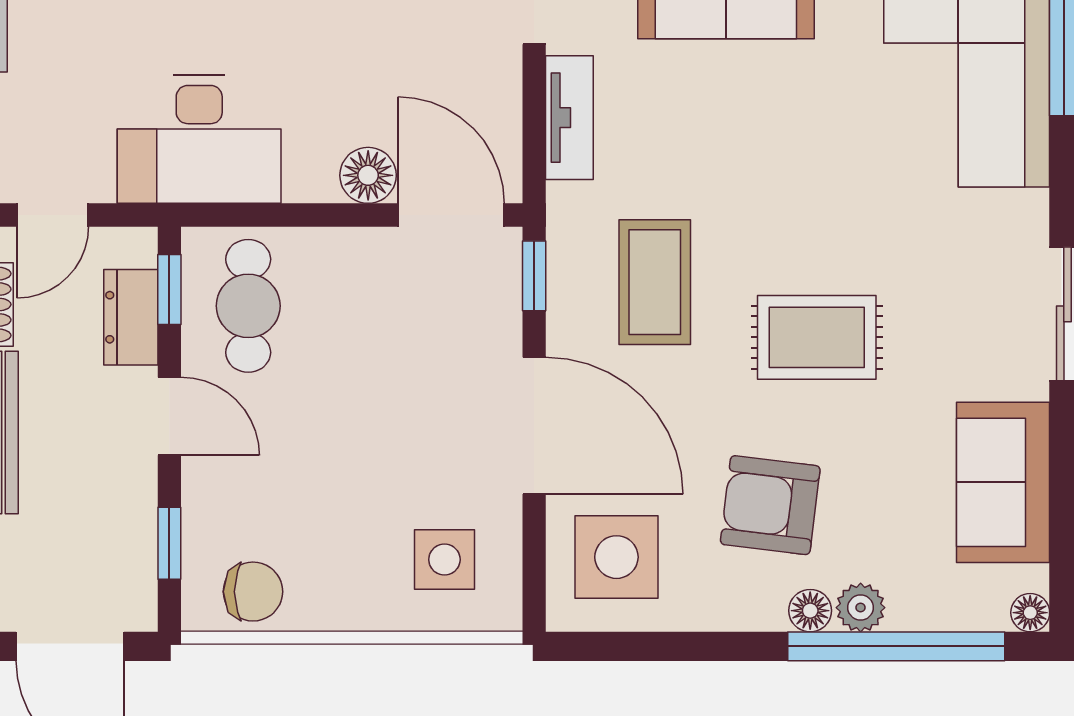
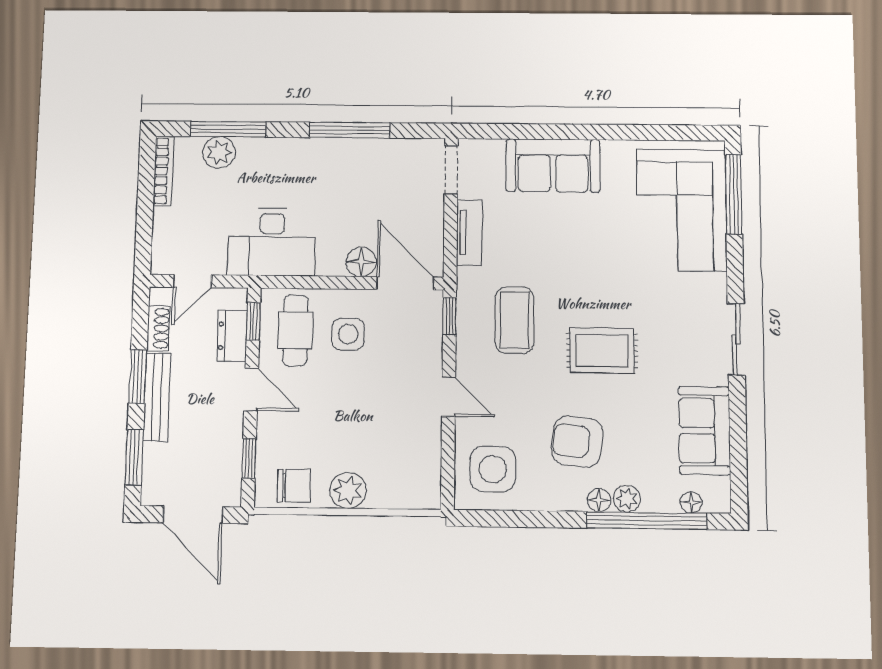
door: (534, 426) -> (449, 397), width x0.53
side table: (444, 560) -> (348, 334), moved
plant: (353, 599) -> (348, 490), added
floor lamp: (1030, 613) -> (691, 502), moved

